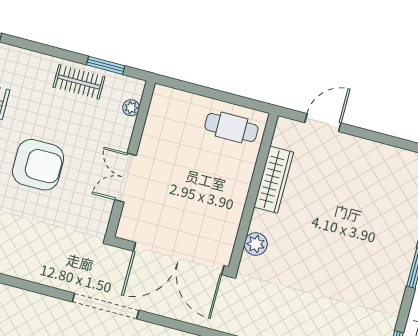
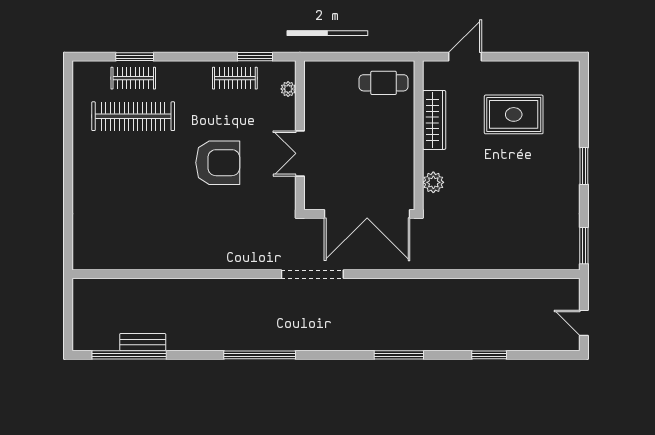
rug: (357, 196) -> (514, 114), added

